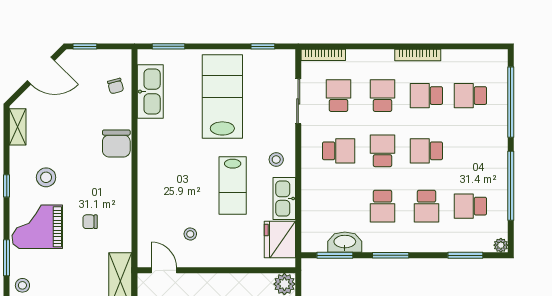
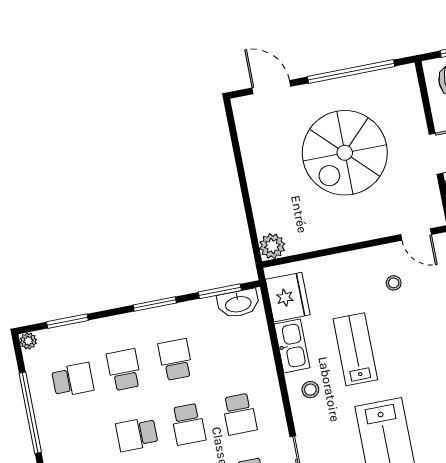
school desk: (339, 151) -> (240, 414), turned -90
school desk: (426, 151) -> (137, 434), turned 180
washbasin: (345, 242) -> (238, 304), moved

